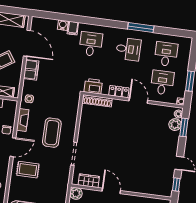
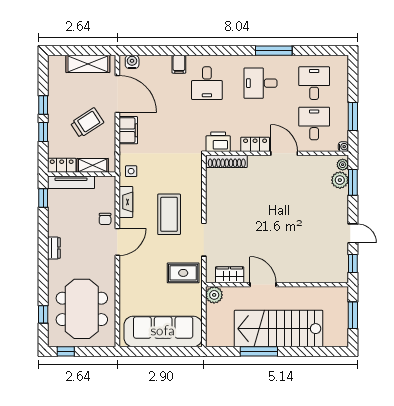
water cooler: (63, 25) -> (132, 62), moved
desk: (91, 44) -> (207, 83), turned 180
desk: (128, 49) -> (261, 83), turned 180
rug: (28, 170) -> (183, 273), moved

